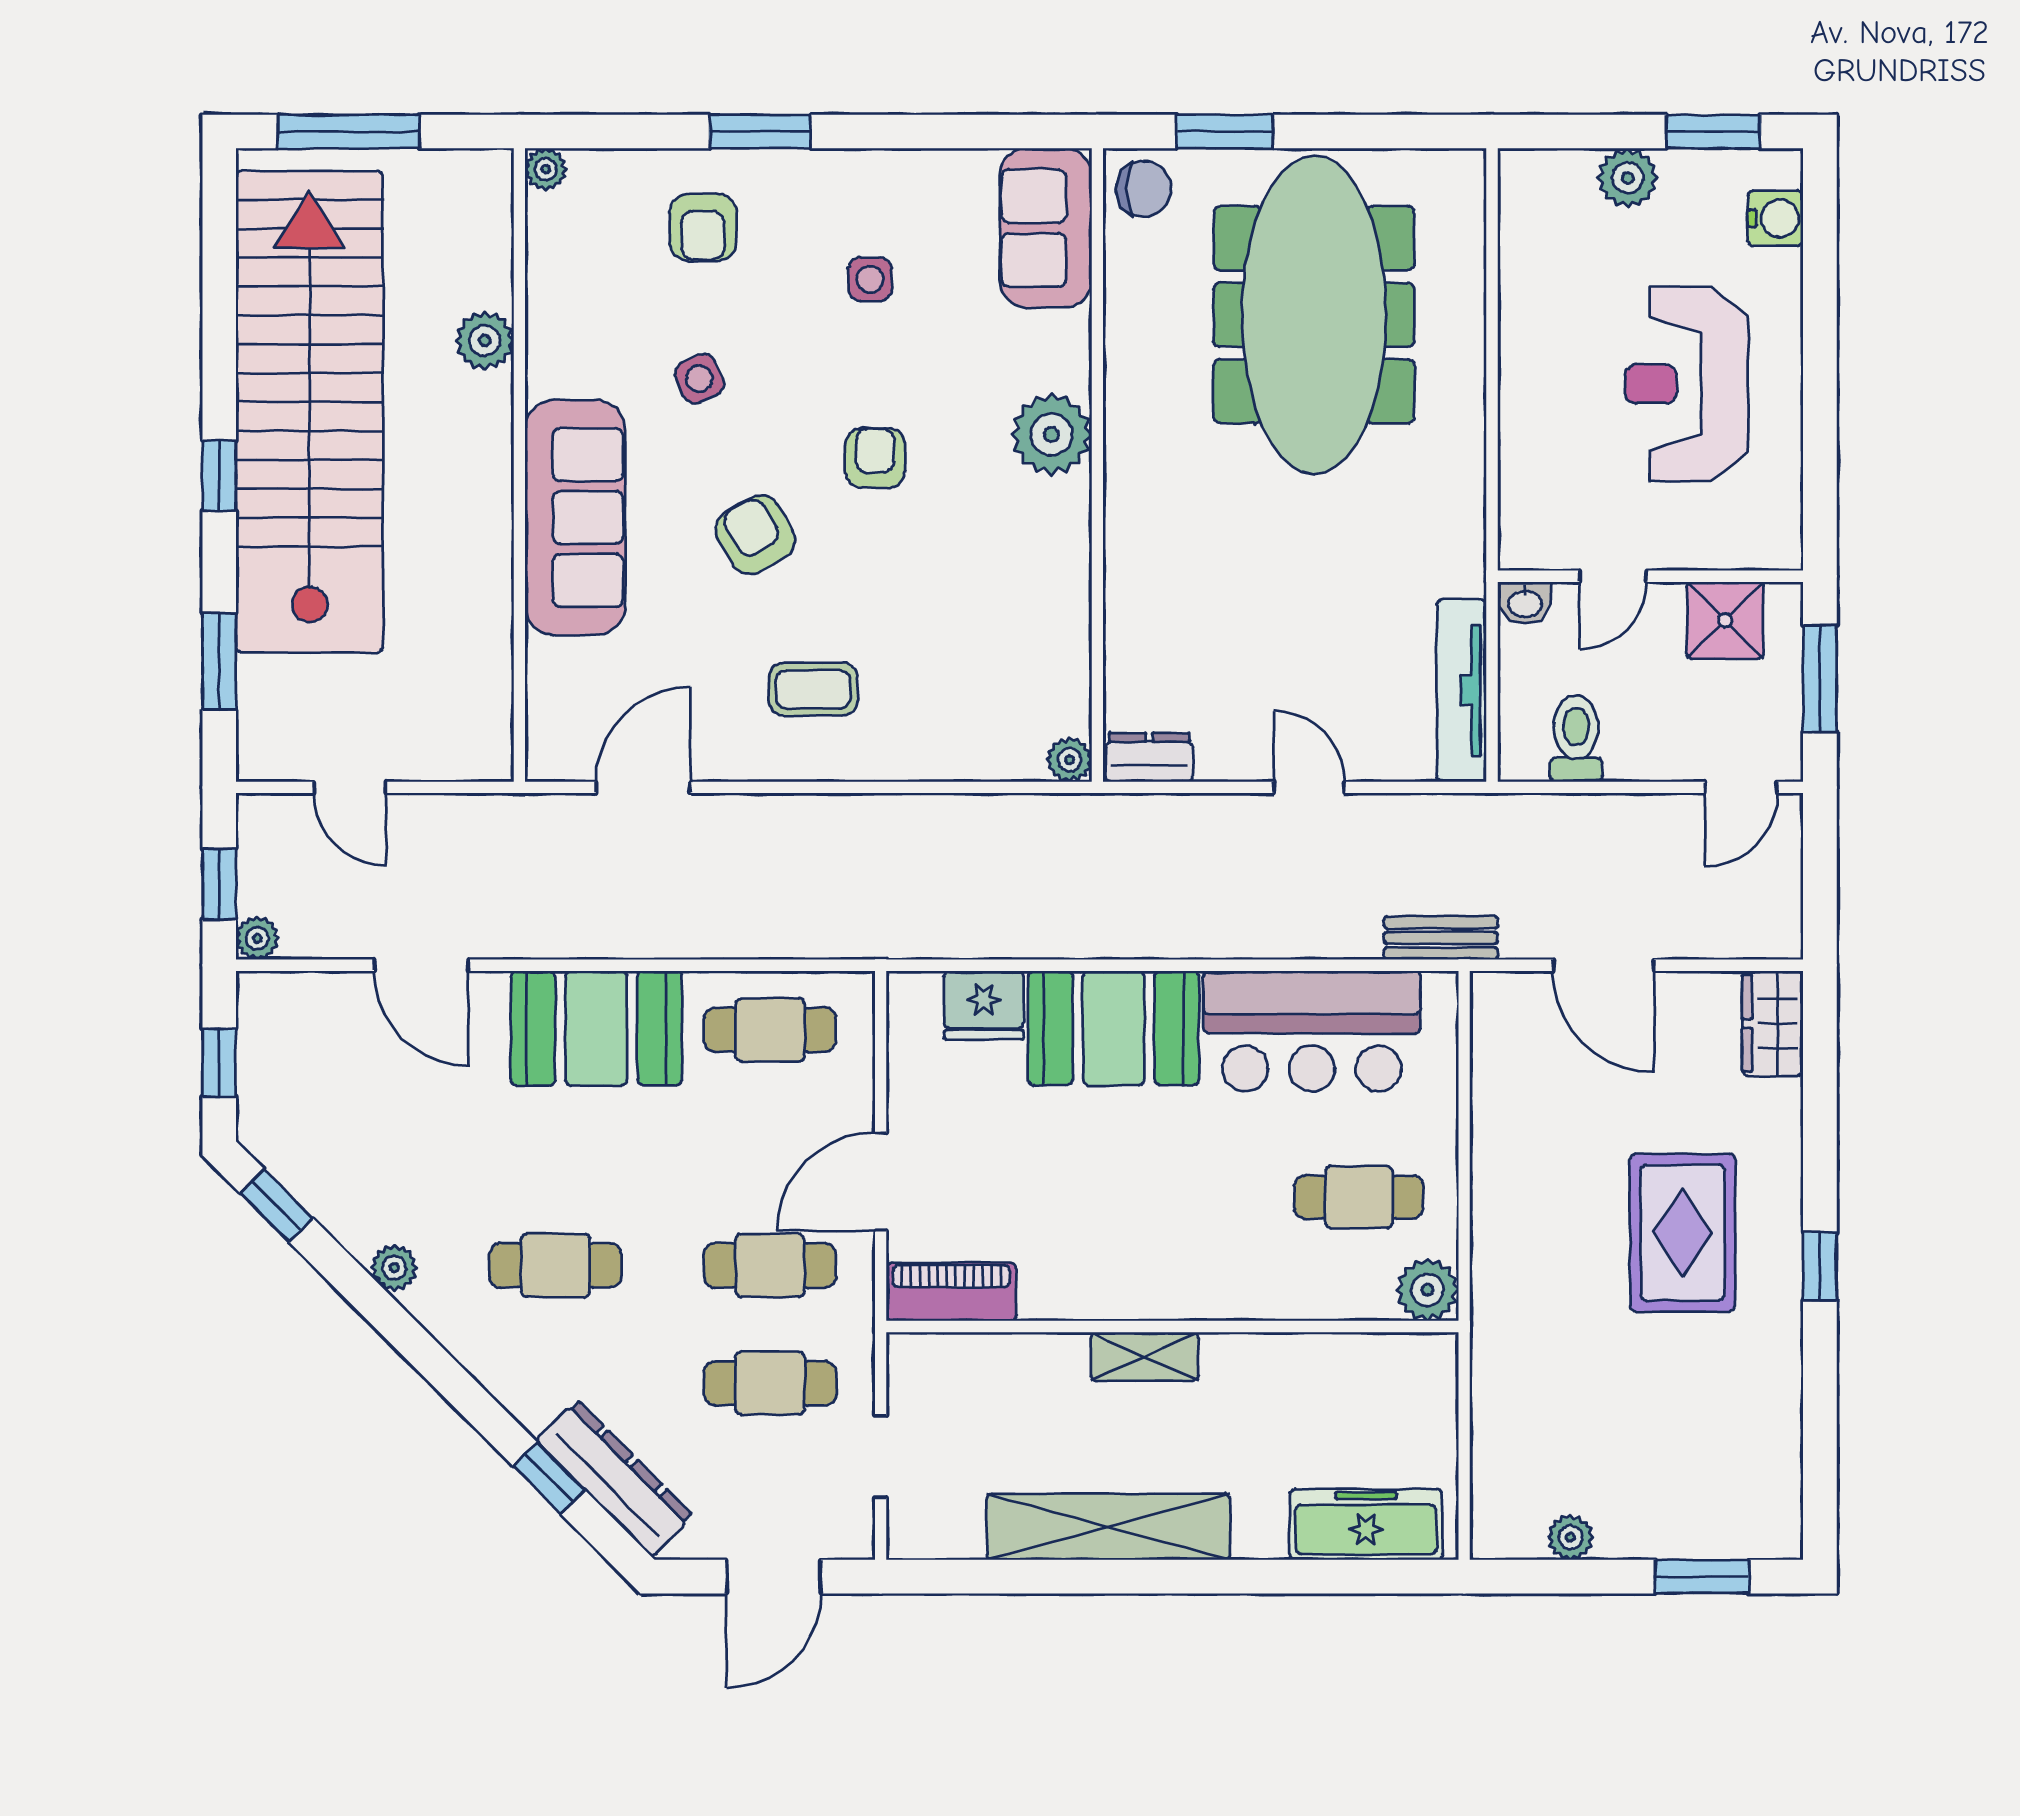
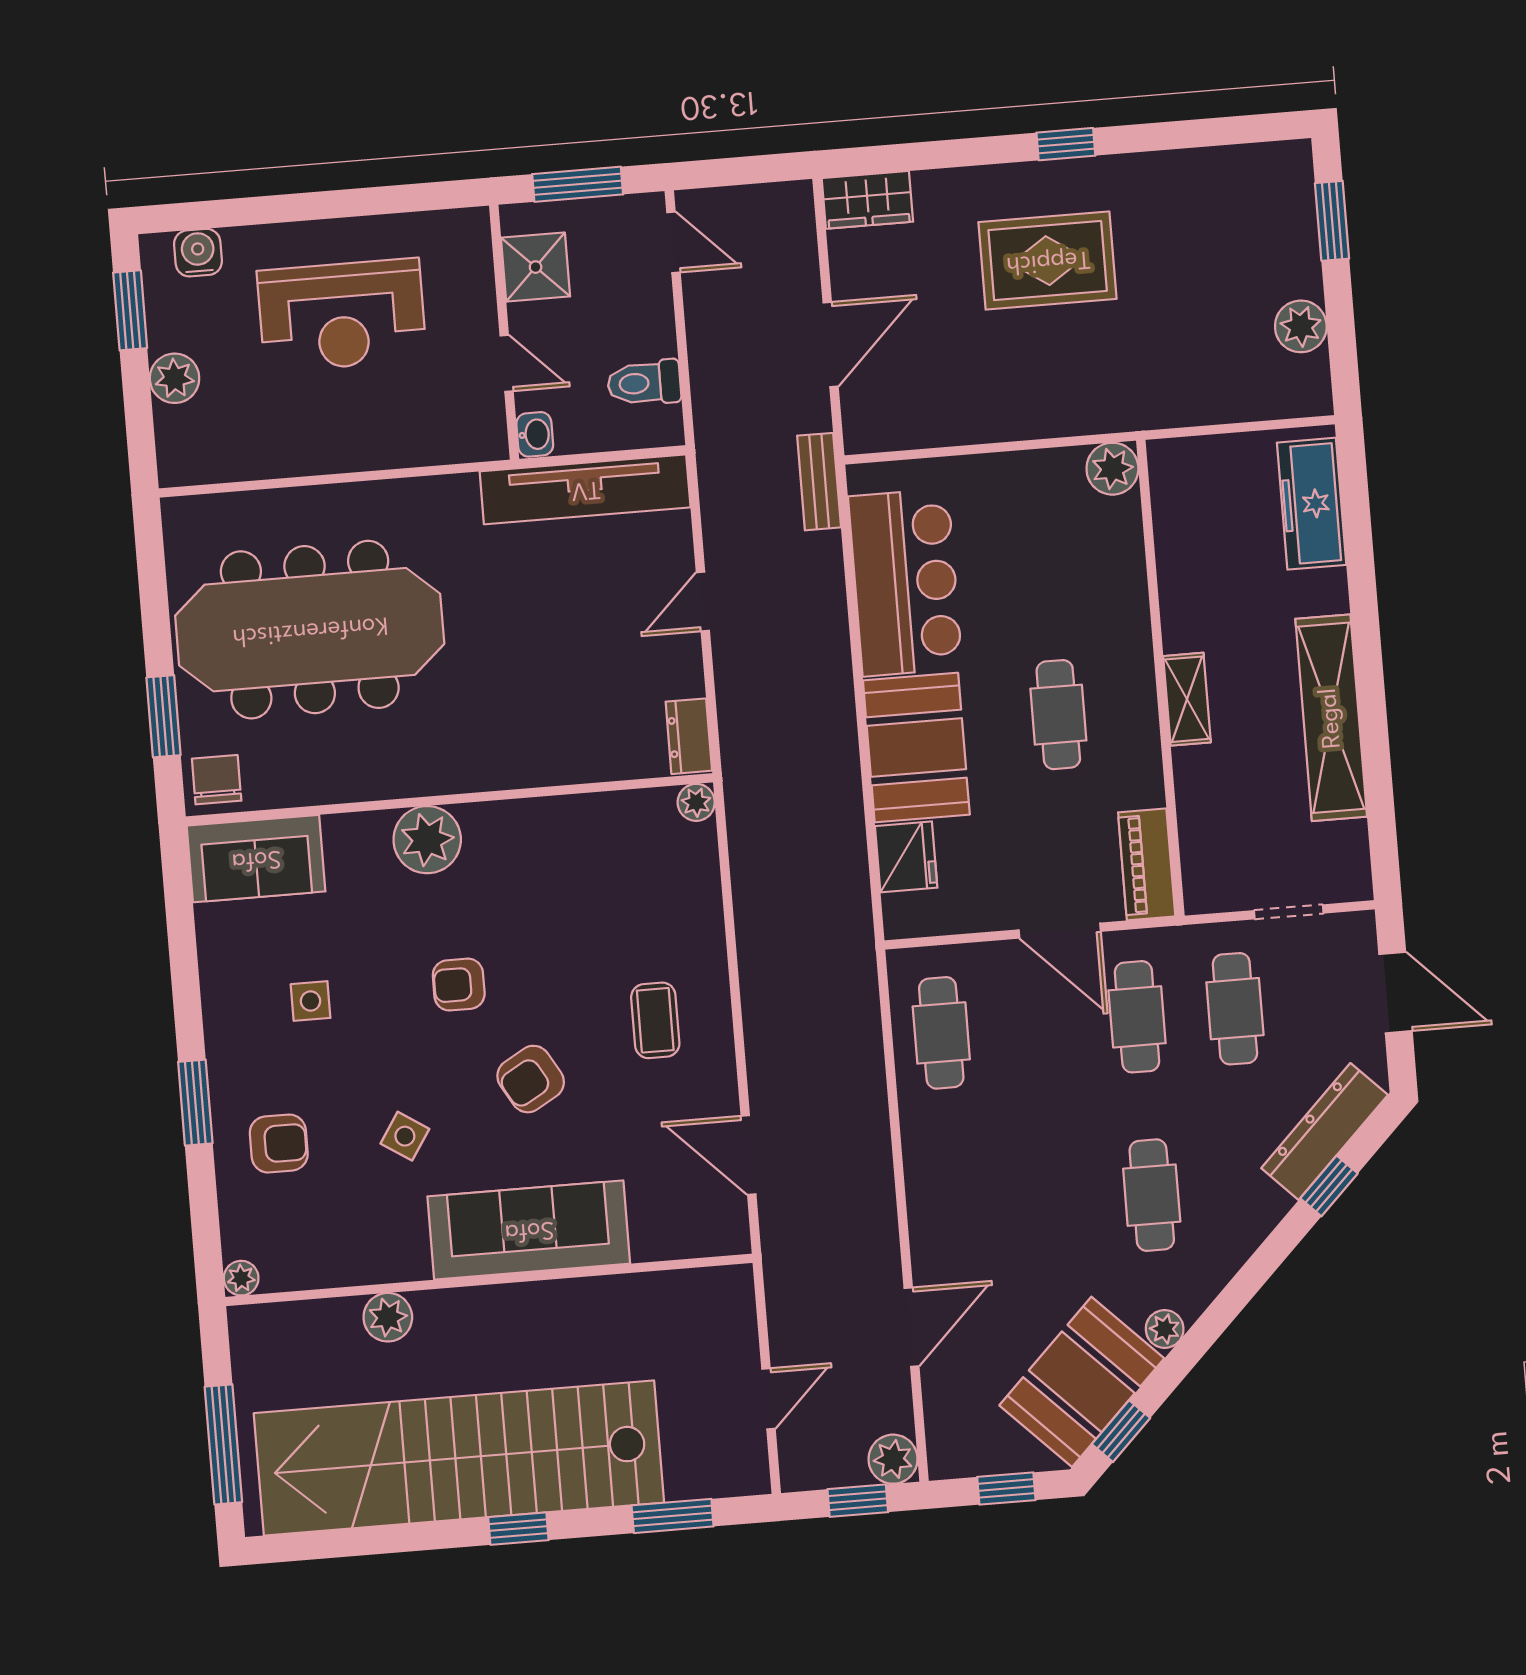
side table: (699, 379) -> (405, 1136), turned -33
tv unit: (1462, 691) -> (585, 489), width x1.36, depth x1.29
plant: (257, 938) -> (893, 1459), width x1.38, depth x1.38
booth: (596, 1028) -> (1082, 1382), moved, turned 45
cafe table: (1359, 1197) -> (1058, 715), moved
plant: (1570, 1537) -> (1301, 326), width x1.38, depth x1.38

